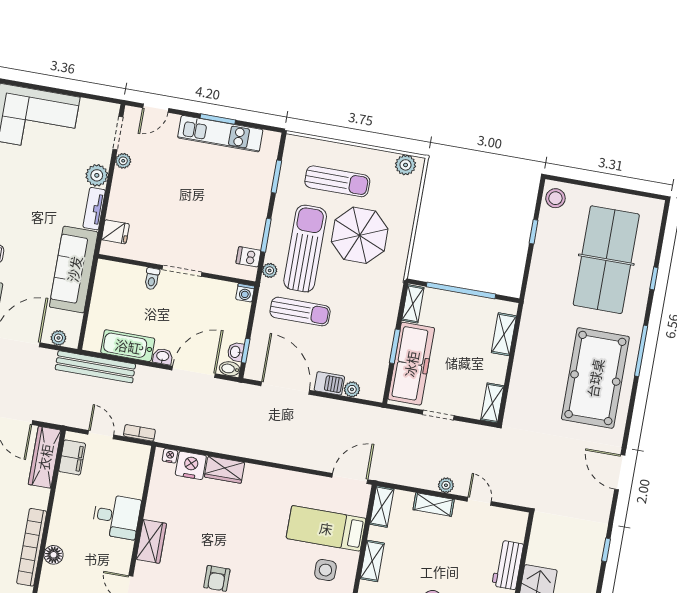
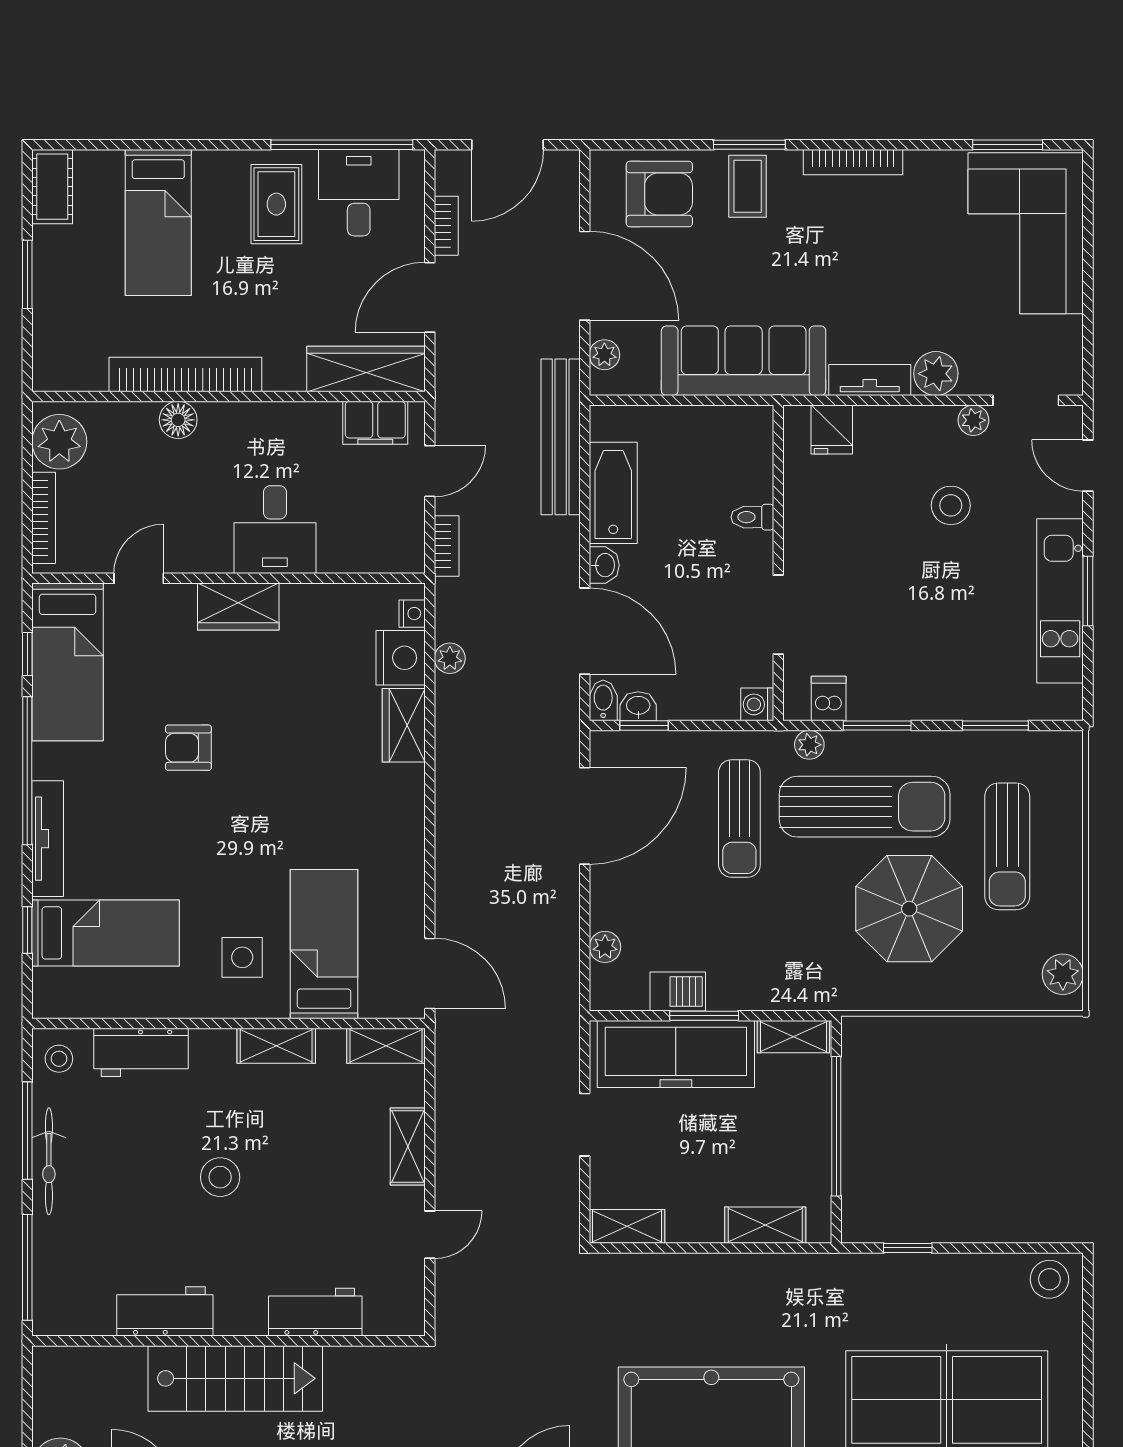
stool: (163, 179) -> (951, 505), added
window: (534, 232) -> (908, 1248), moved
doorway: (182, 271) -> (778, 615), moved
barbecue: (329, 383) -> (678, 992), moved, turned -90
plant: (446, 485) -> (450, 658), moved

